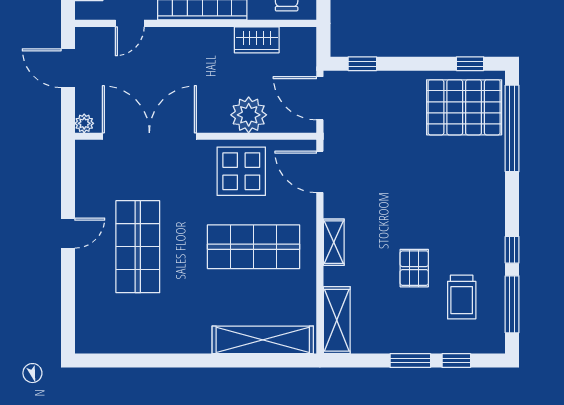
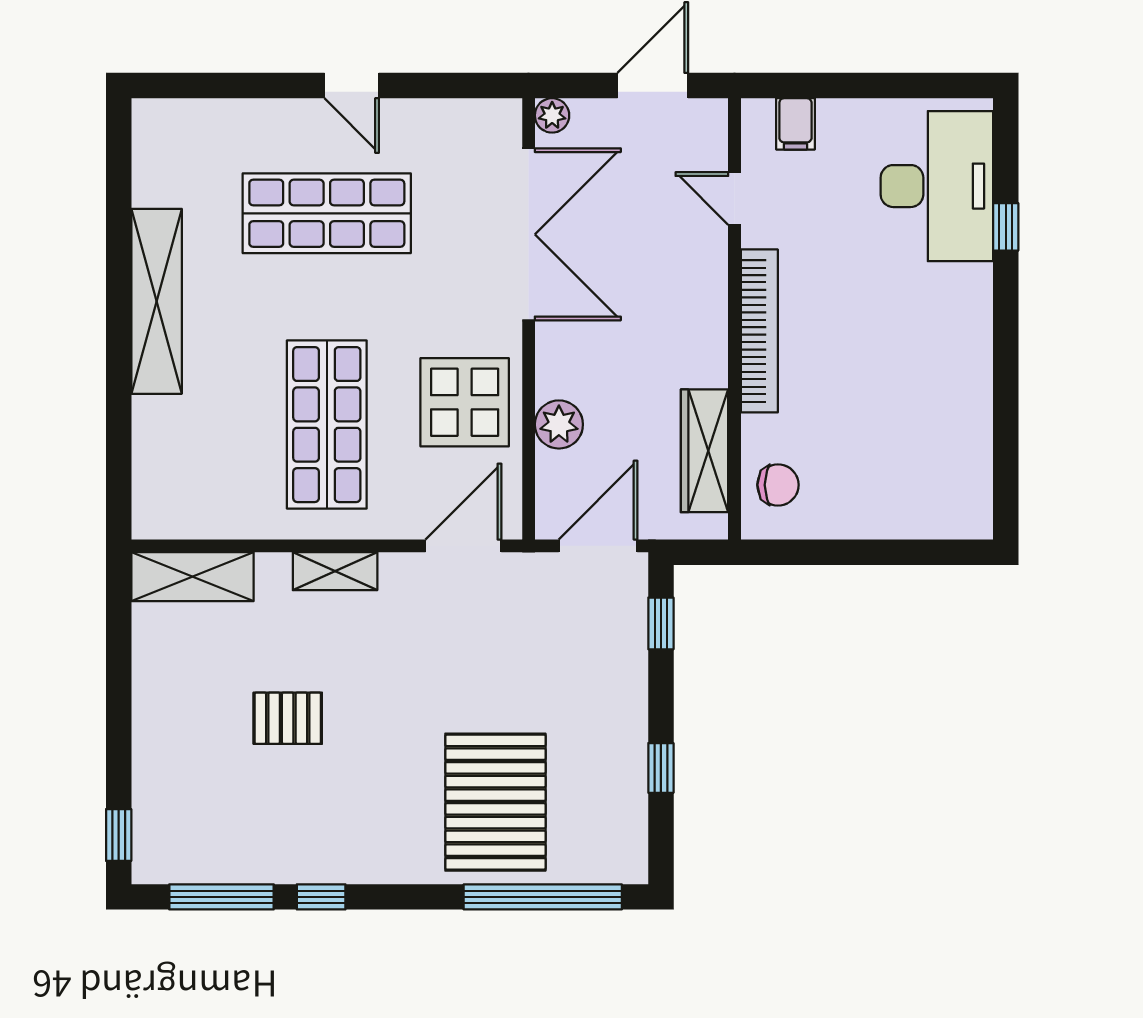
wardrobe: (257, 40) -> (705, 451), width x1.50
window: (470, 64) -> (661, 768), moved
pallet: (464, 107) -> (495, 802), moved
plant: (249, 115) -> (559, 424), width x0.73, depth x0.73
trolley: (462, 297) -> (235, 805), removed
shelving: (263, 340) -> (157, 301), moved
window: (410, 361) -> (119, 711), removed
window: (456, 361) -> (119, 835), moved

